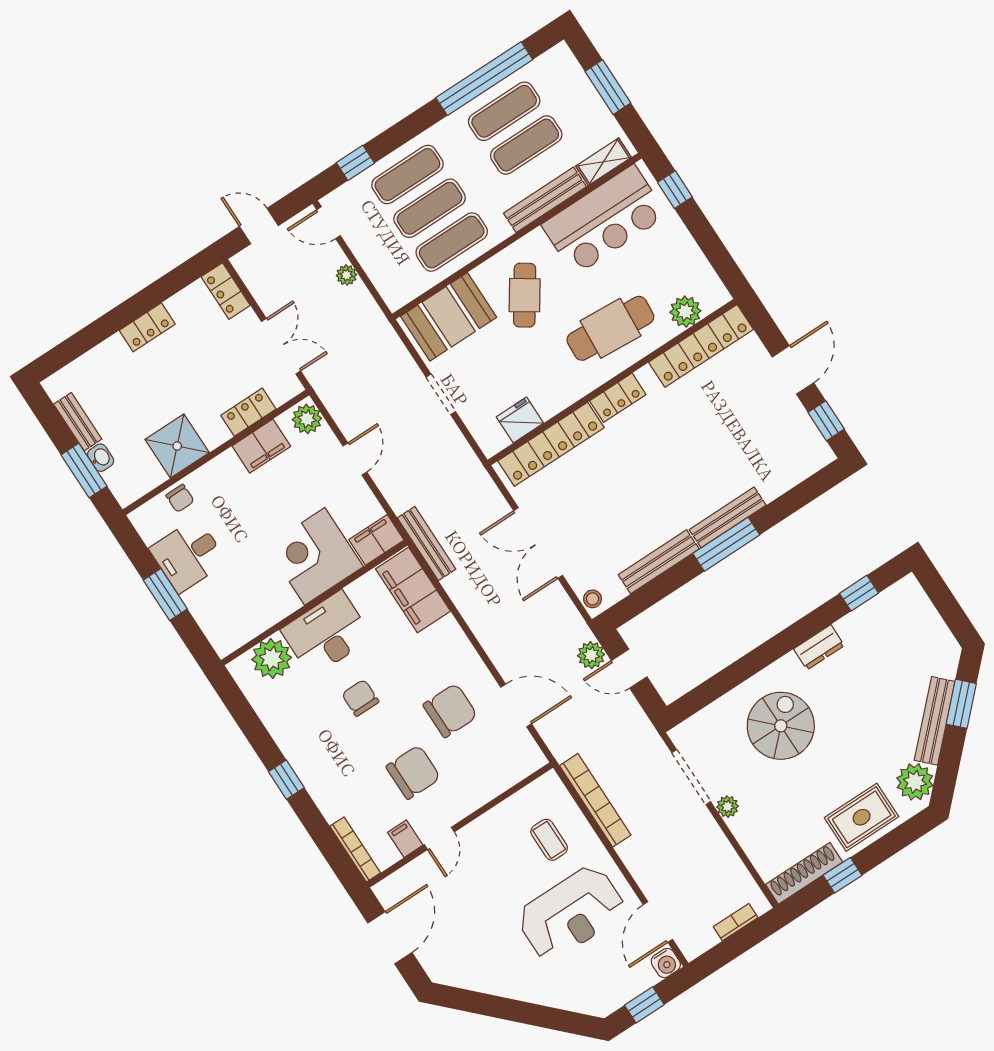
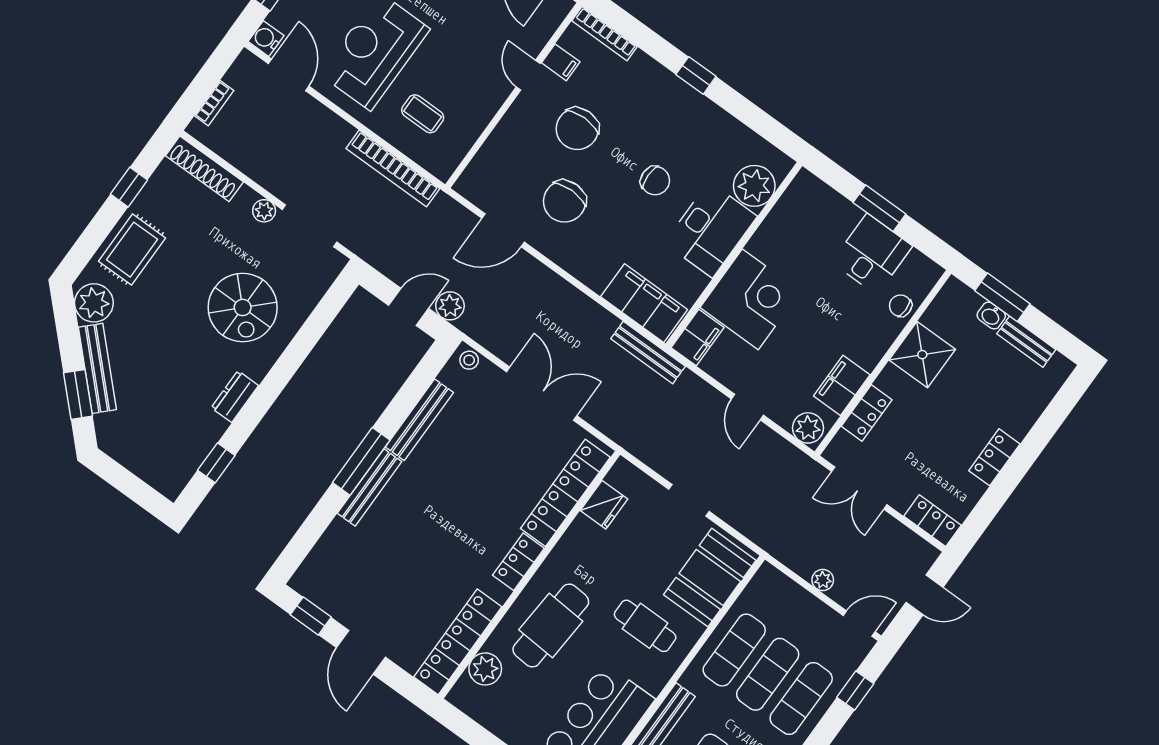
cafe table: (525, 295) -> (645, 626), turned -34
shoe rack: (804, 873) -> (204, 169), moved, turned 90

